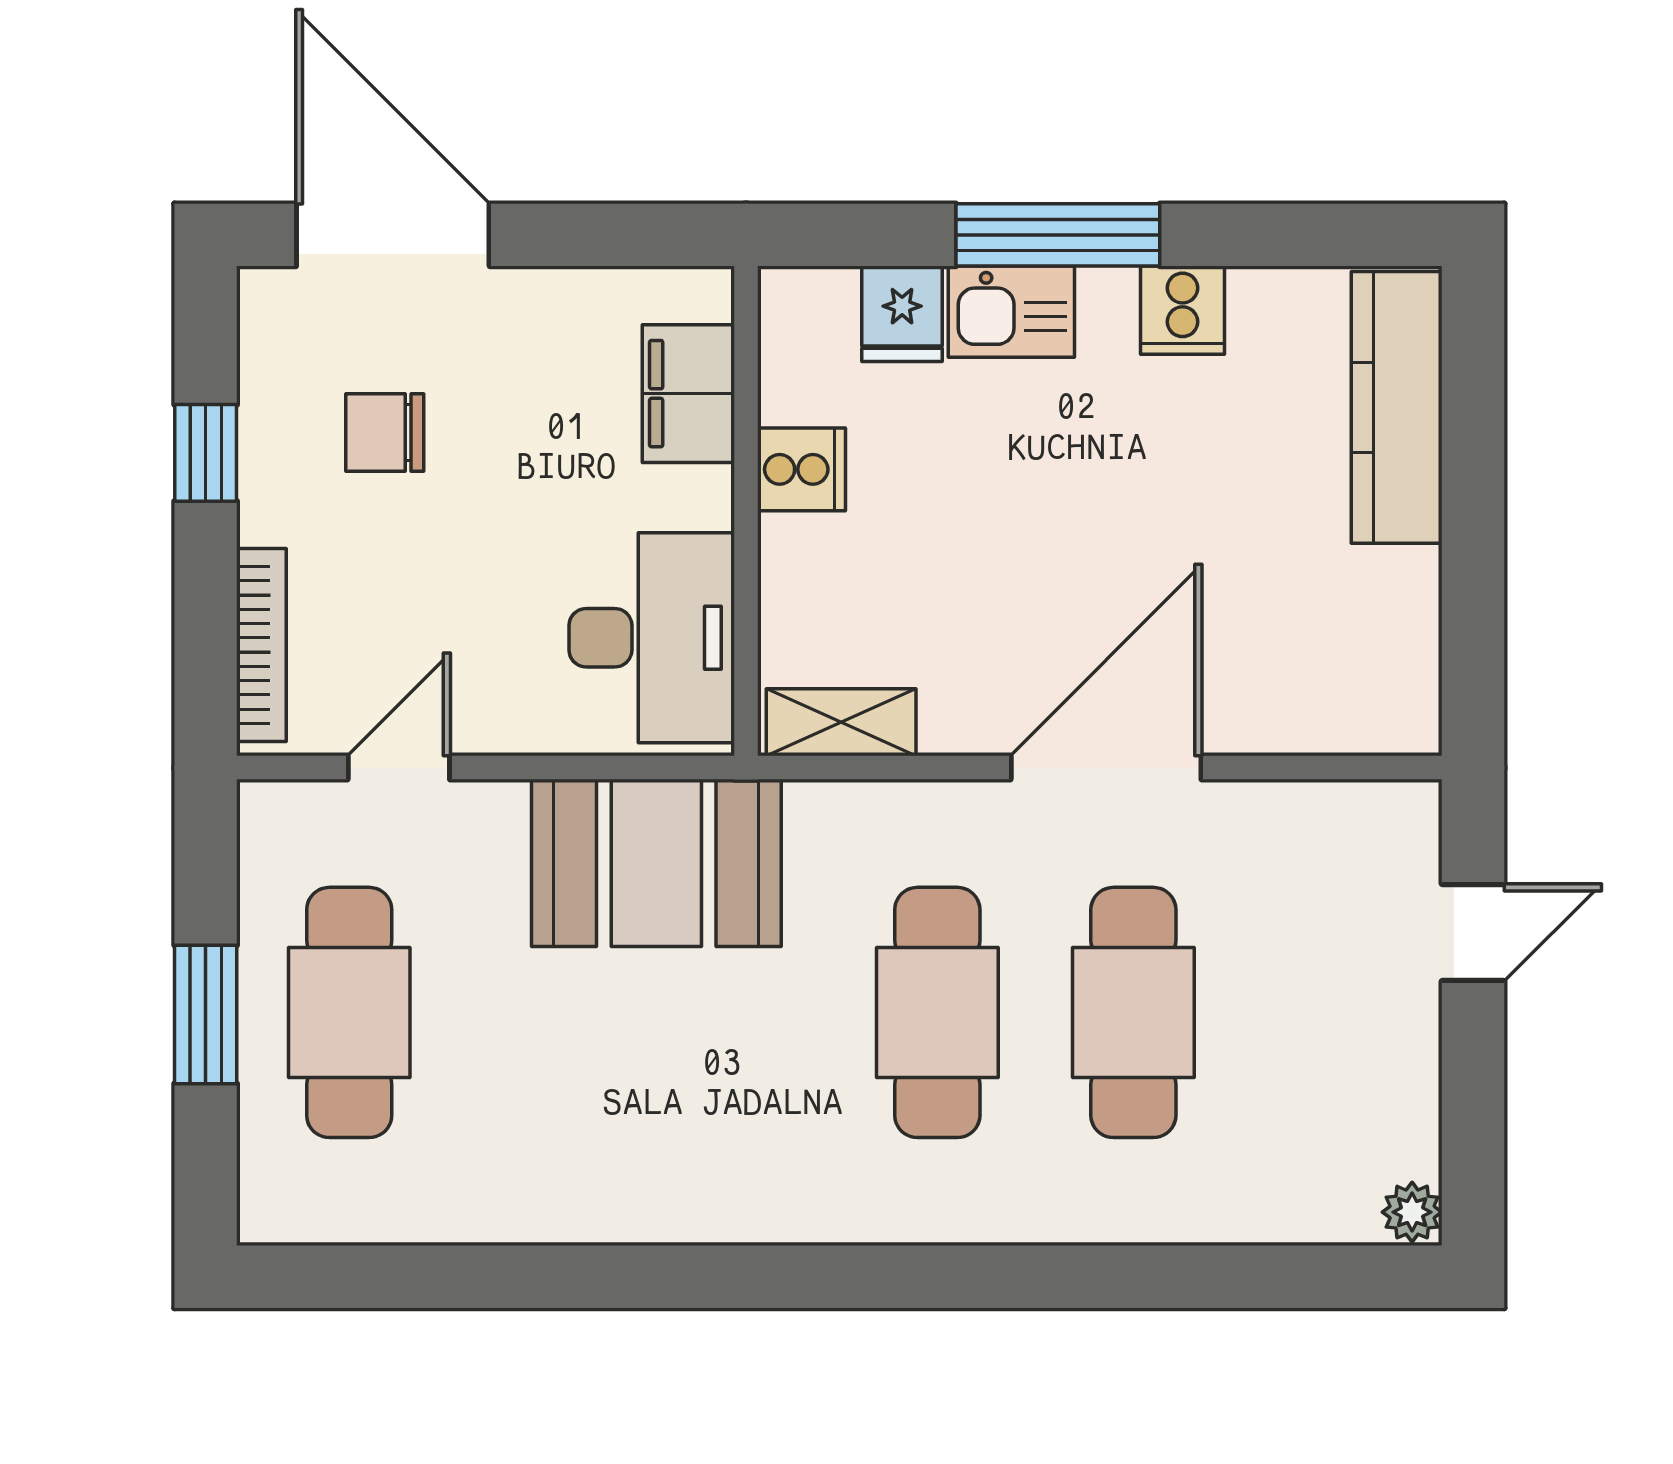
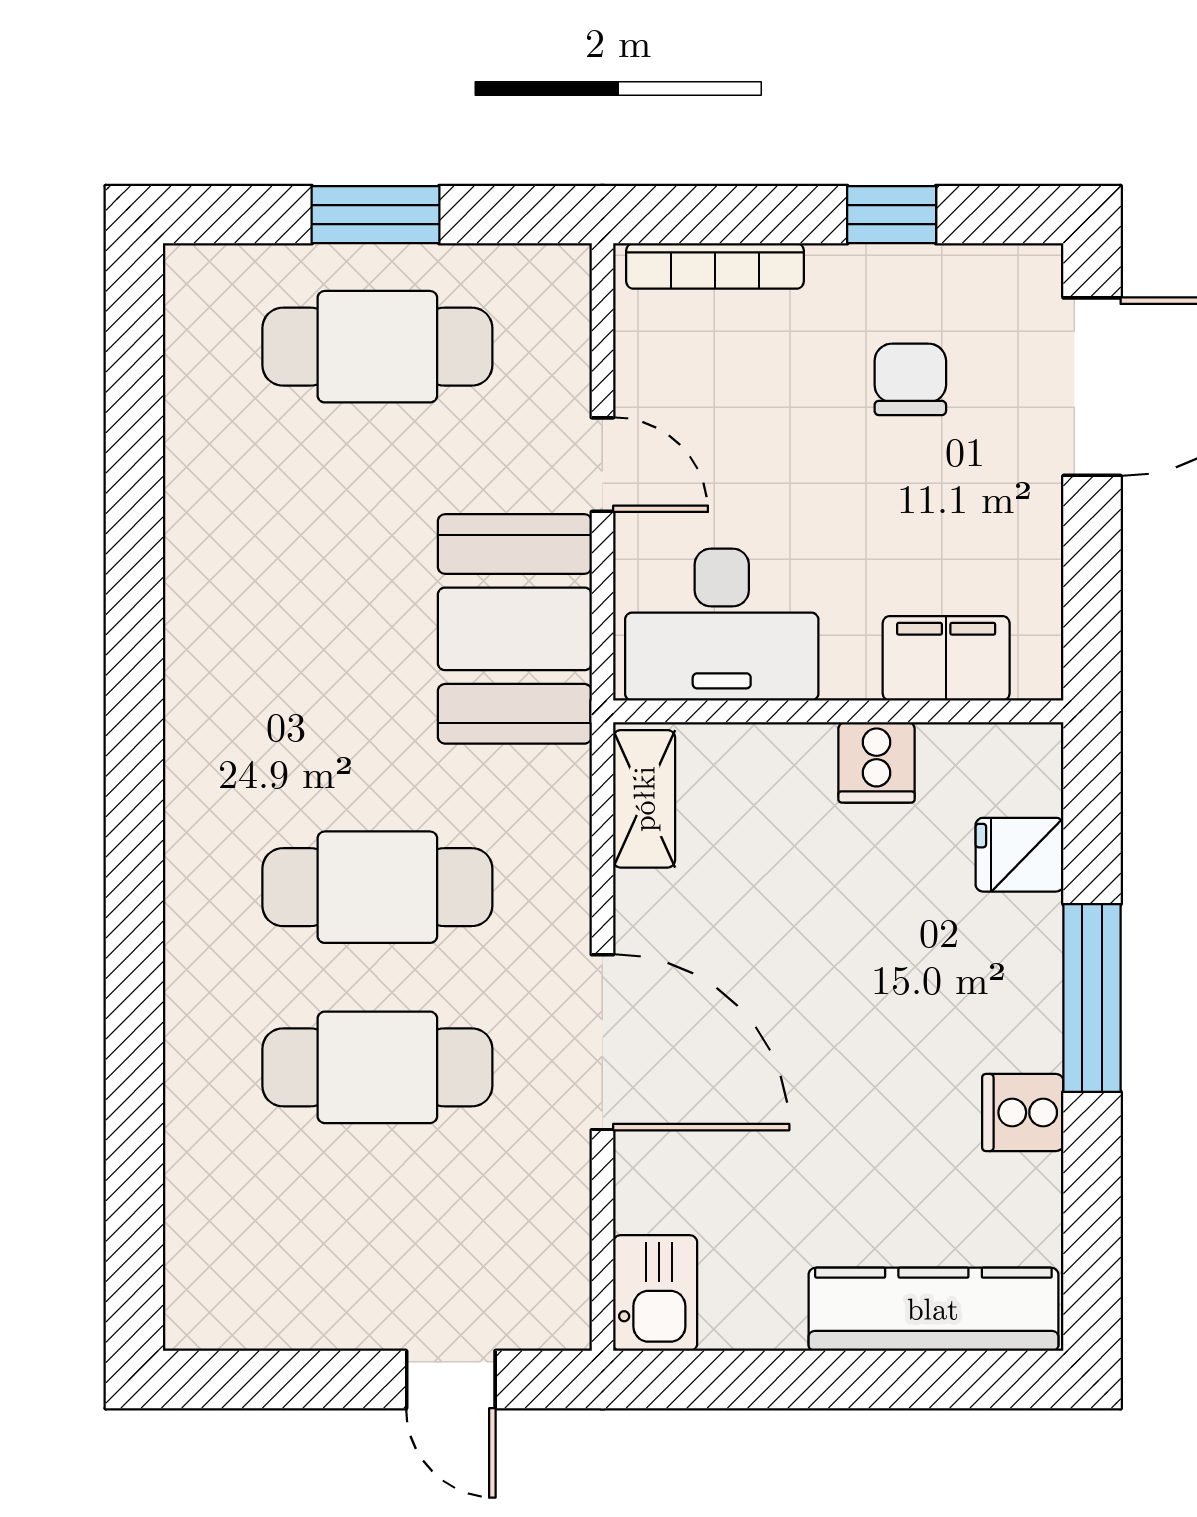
kitchen sink: (1011, 312) -> (655, 1293), moved, turned 180
door: (399, 768) -> (602, 465), moved
plant: (1412, 1212) -> (194, 1323), removed

